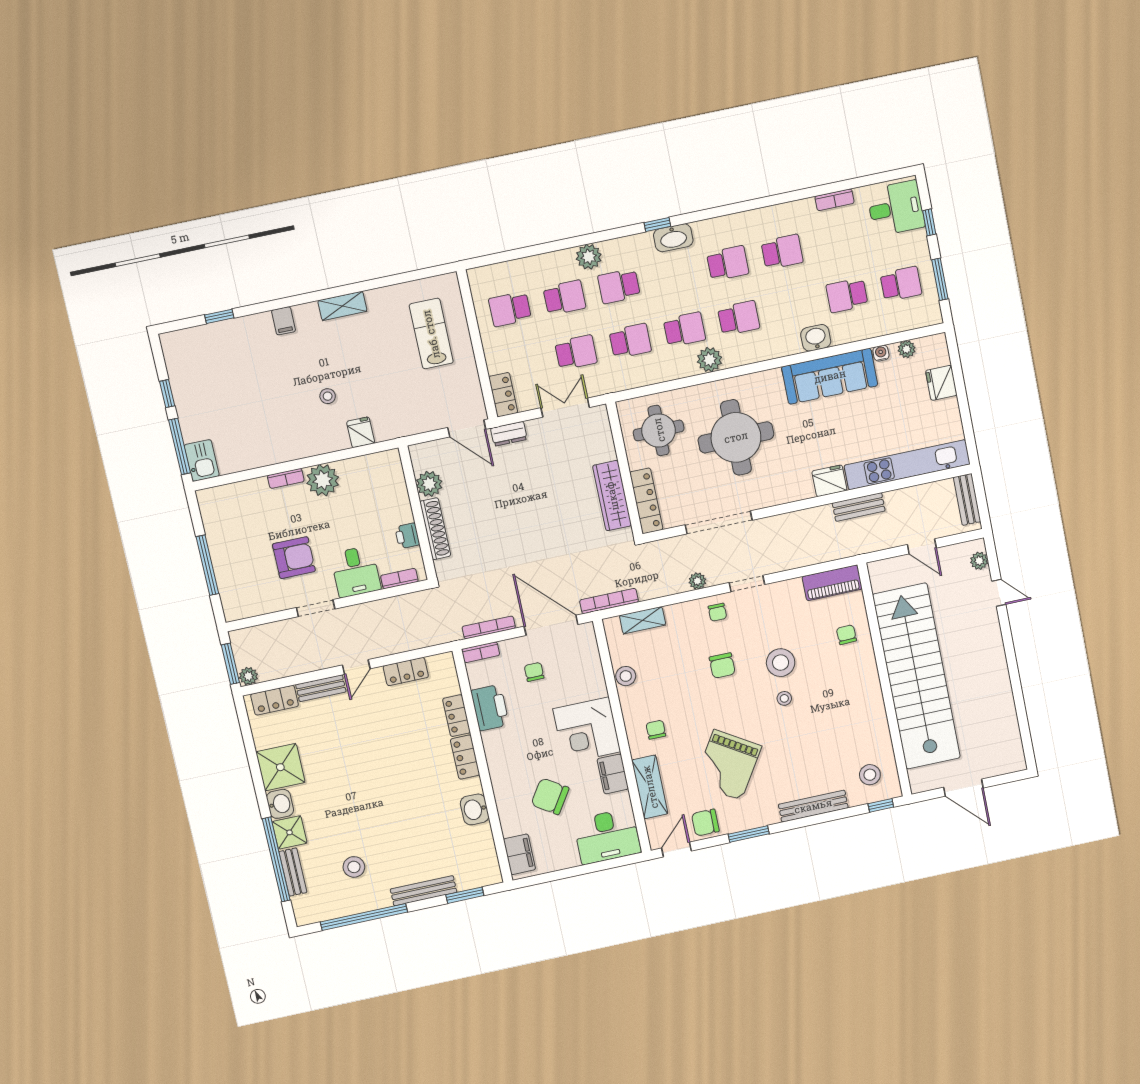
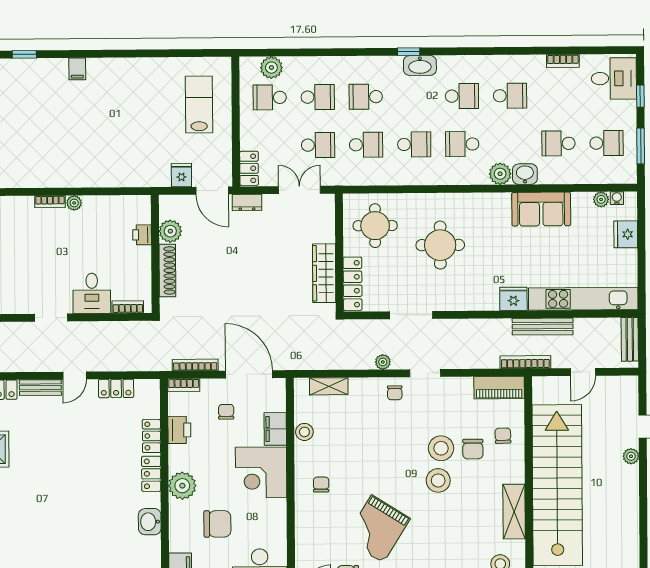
plant: (589, 257) -> (271, 68), moved
shelving: (342, 306) -> (129, 66), removed
school desk: (739, 318) -> (462, 144), turned 180
water cooler: (881, 353) -> (617, 198), moved
plant: (709, 360) -> (500, 174), moved
sofa: (830, 376) -> (541, 209), width x0.73
stool: (328, 396) -> (100, 139), removed
fridge: (361, 432) -> (181, 175), moved
round table: (736, 437) -> (440, 245), width x0.73, depth x0.73
plant: (323, 480) -> (74, 203), width x0.53, depth x0.53
bench: (859, 507) -> (543, 327), width x1.36
doorway: (719, 522) -> (411, 315), width x0.73
printer: (407, 536) -> (142, 235), moved
door: (922, 546) -> (583, 372), hinge flipped
armchair: (294, 558) -> (42, 270), removed
plant: (979, 561) -> (631, 456), moved
bookcase: (609, 601) -> (525, 362), moved
chair: (722, 666) -> (473, 449), moved
stool: (784, 698) -> (438, 480), width x1.89, depth x1.89
printer: (490, 708) -> (179, 430), width x0.73, depth x0.84
plant: (502, 763) -> (182, 486), added
filing cabinet: (613, 774) -> (275, 429), moved
shelving: (650, 787) -> (514, 512), moved
chair: (550, 796) -> (217, 524), turned 147
stool: (354, 867) -> (35, 550), removed

